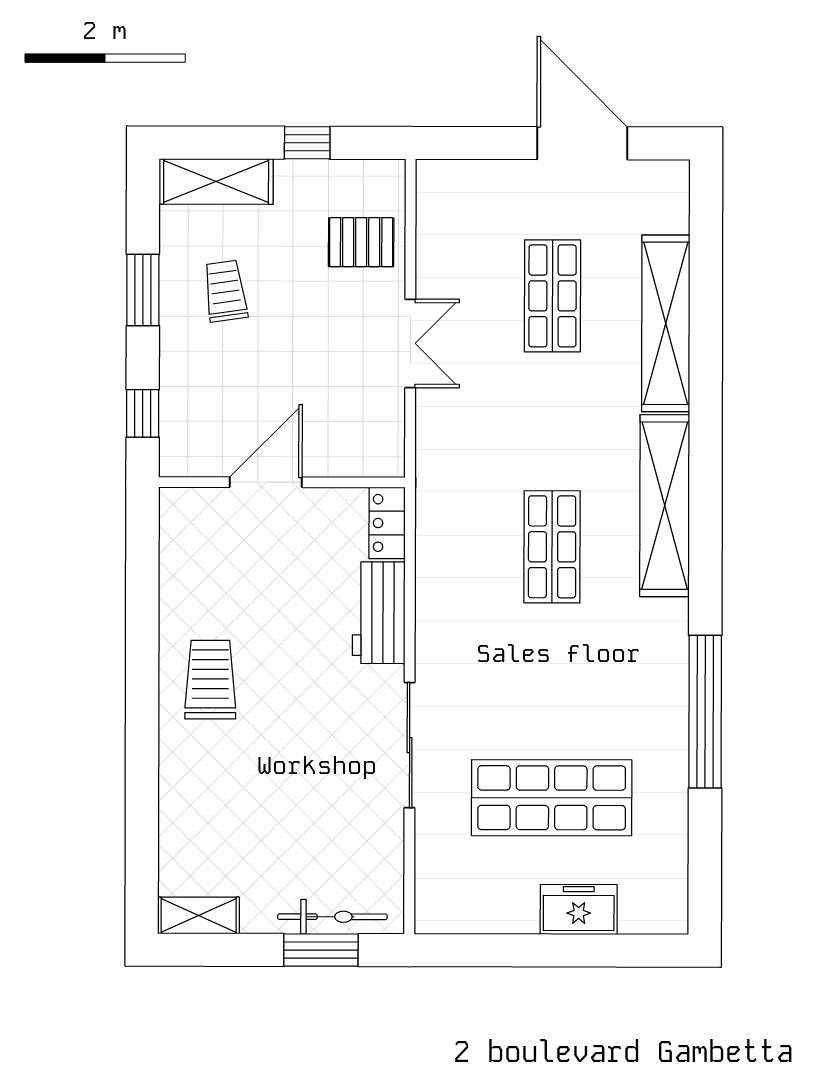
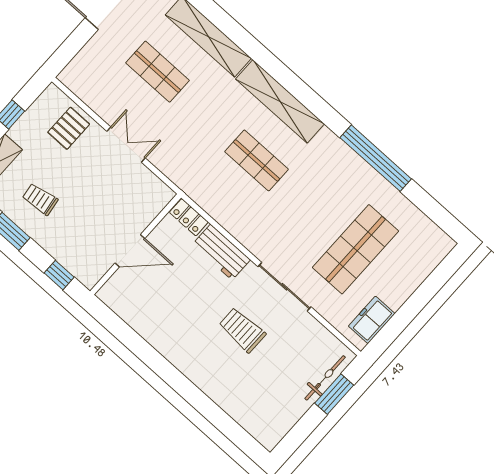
door: (266, 482) -> (130, 251), swing flipped
trolley: (210, 680) -> (242, 330), moved
freezer: (579, 910) -> (372, 320), moved
shelving: (199, 915) -> (277, 430), removed

